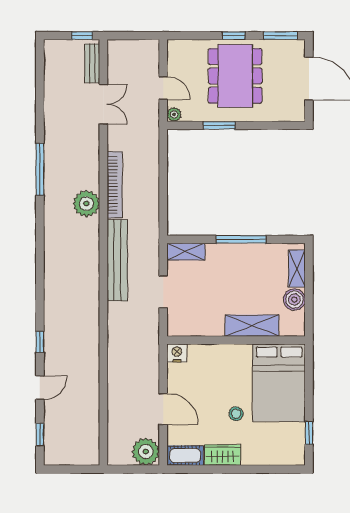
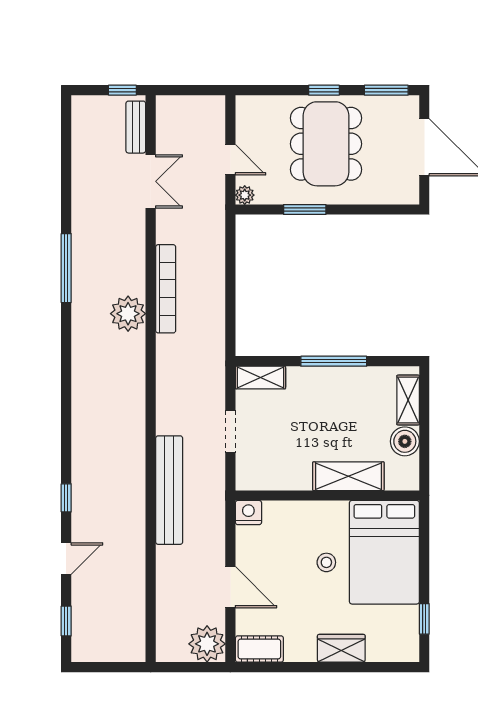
bench: (117, 260) -> (169, 490), moved
stool: (236, 414) -> (326, 562), moved
wardrobe: (223, 455) -> (341, 648), moved

